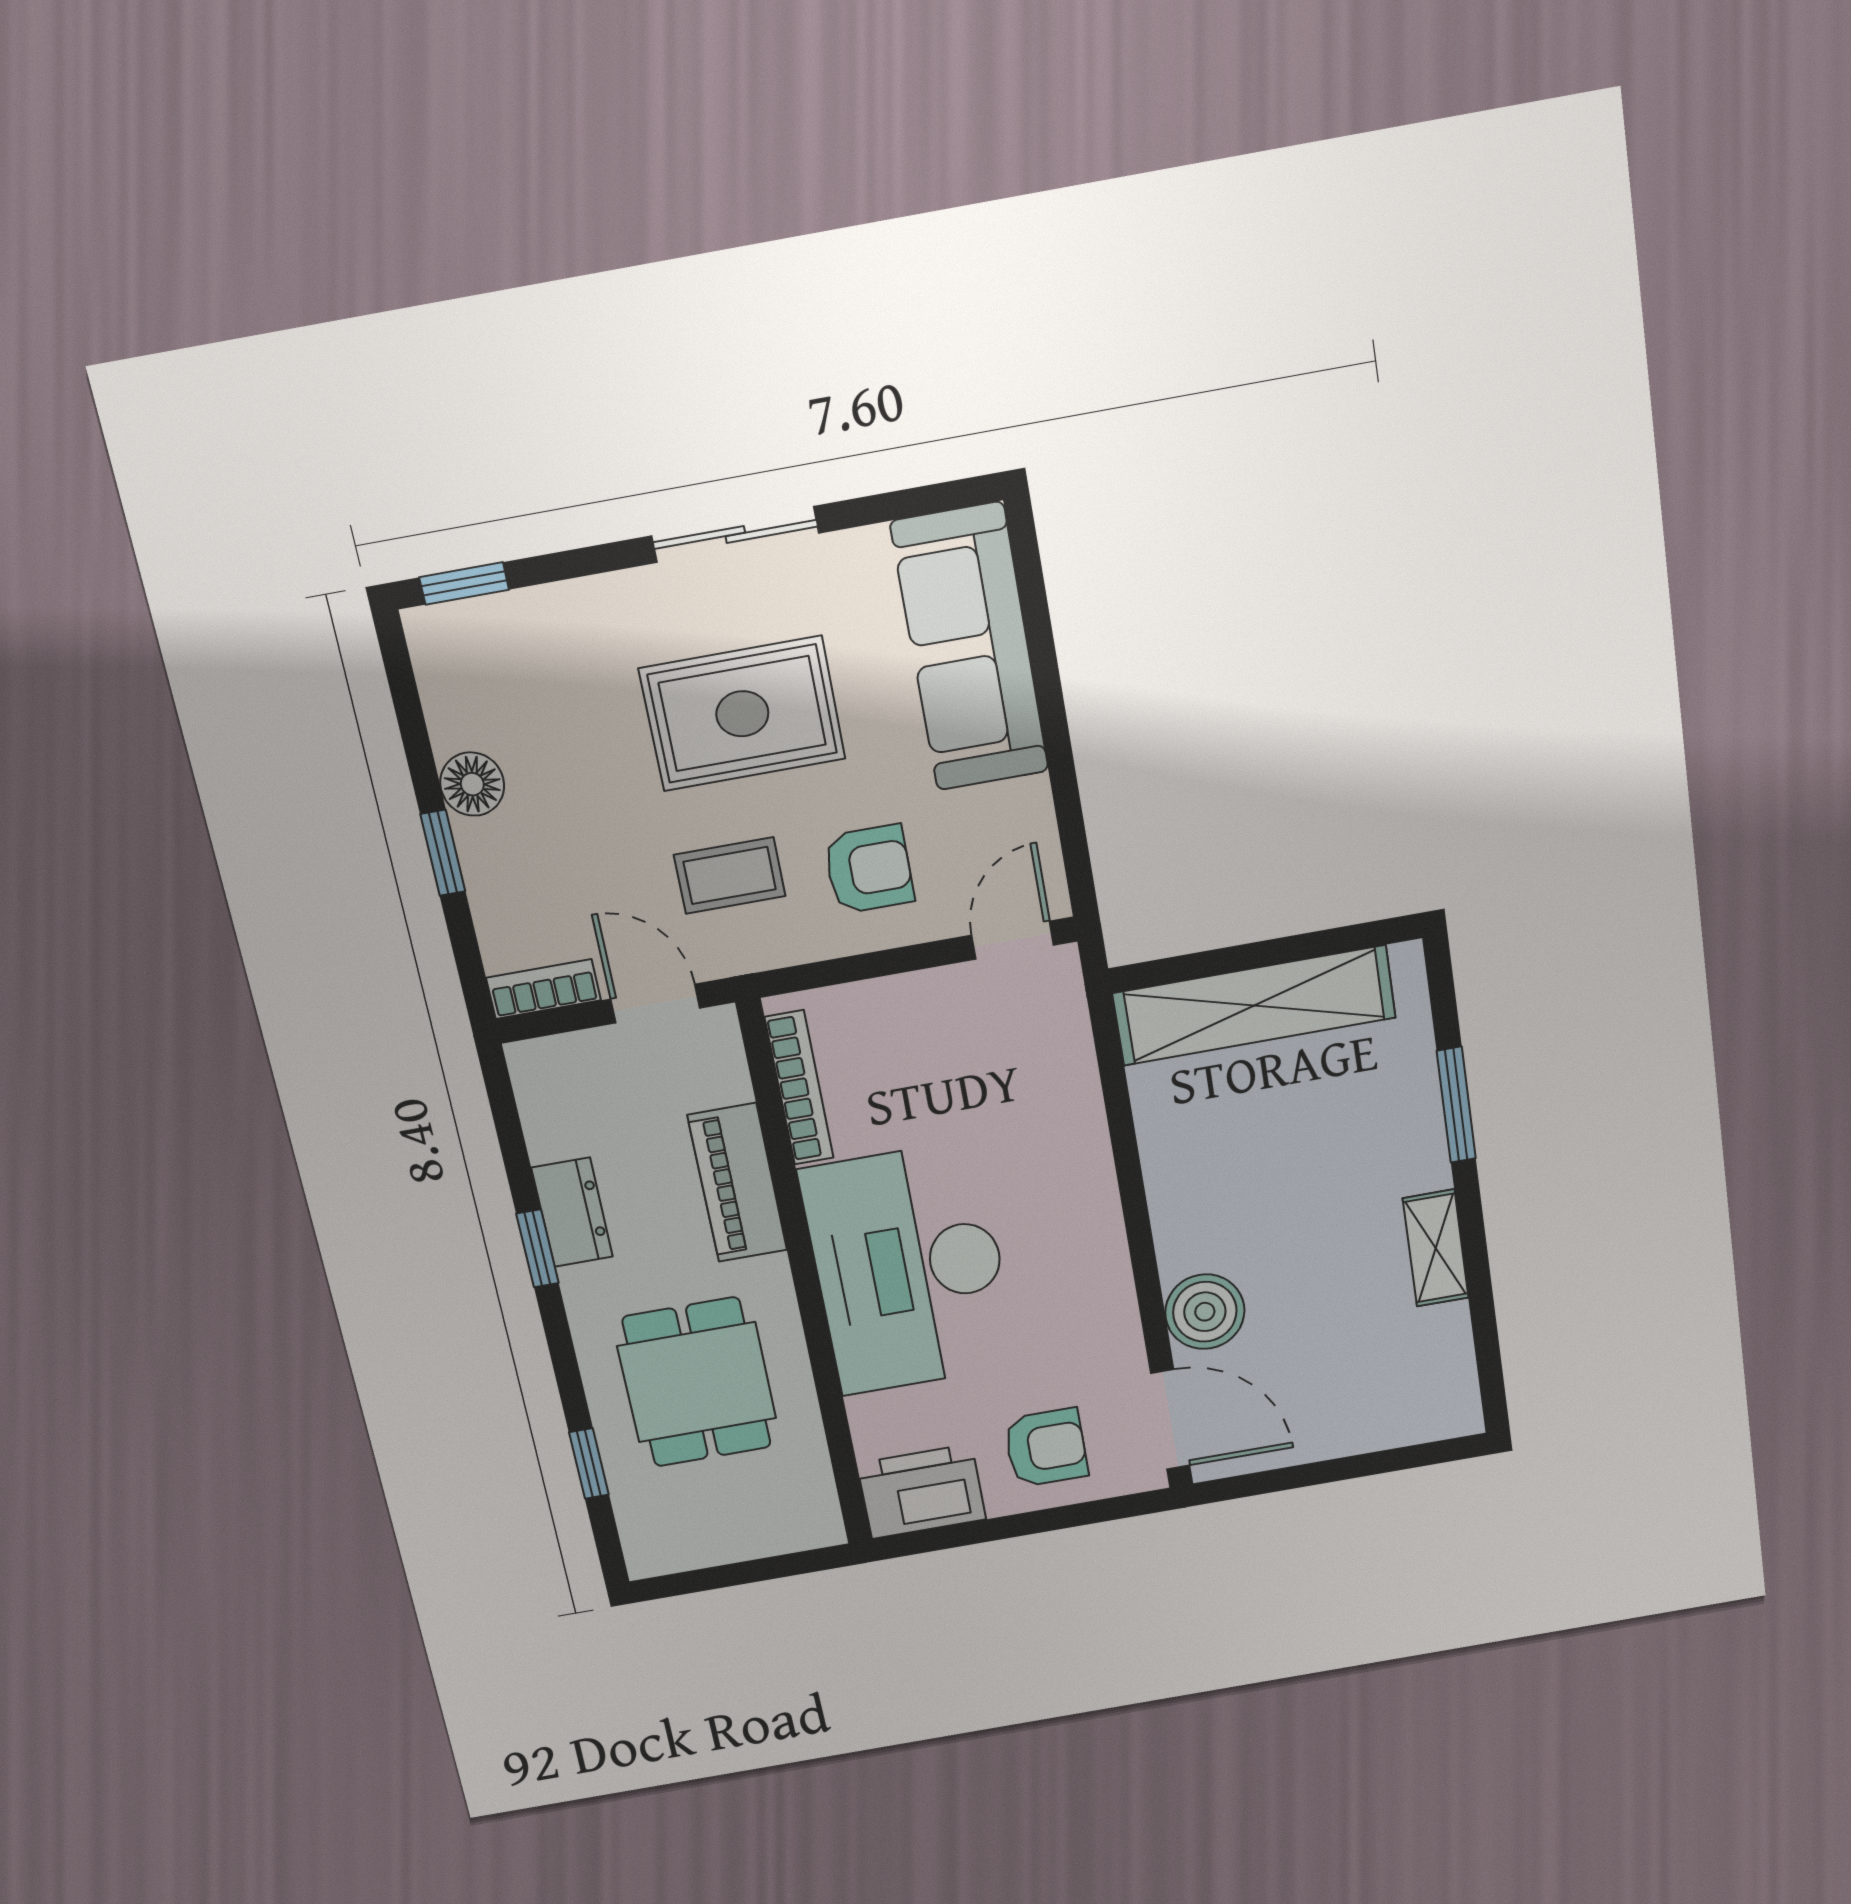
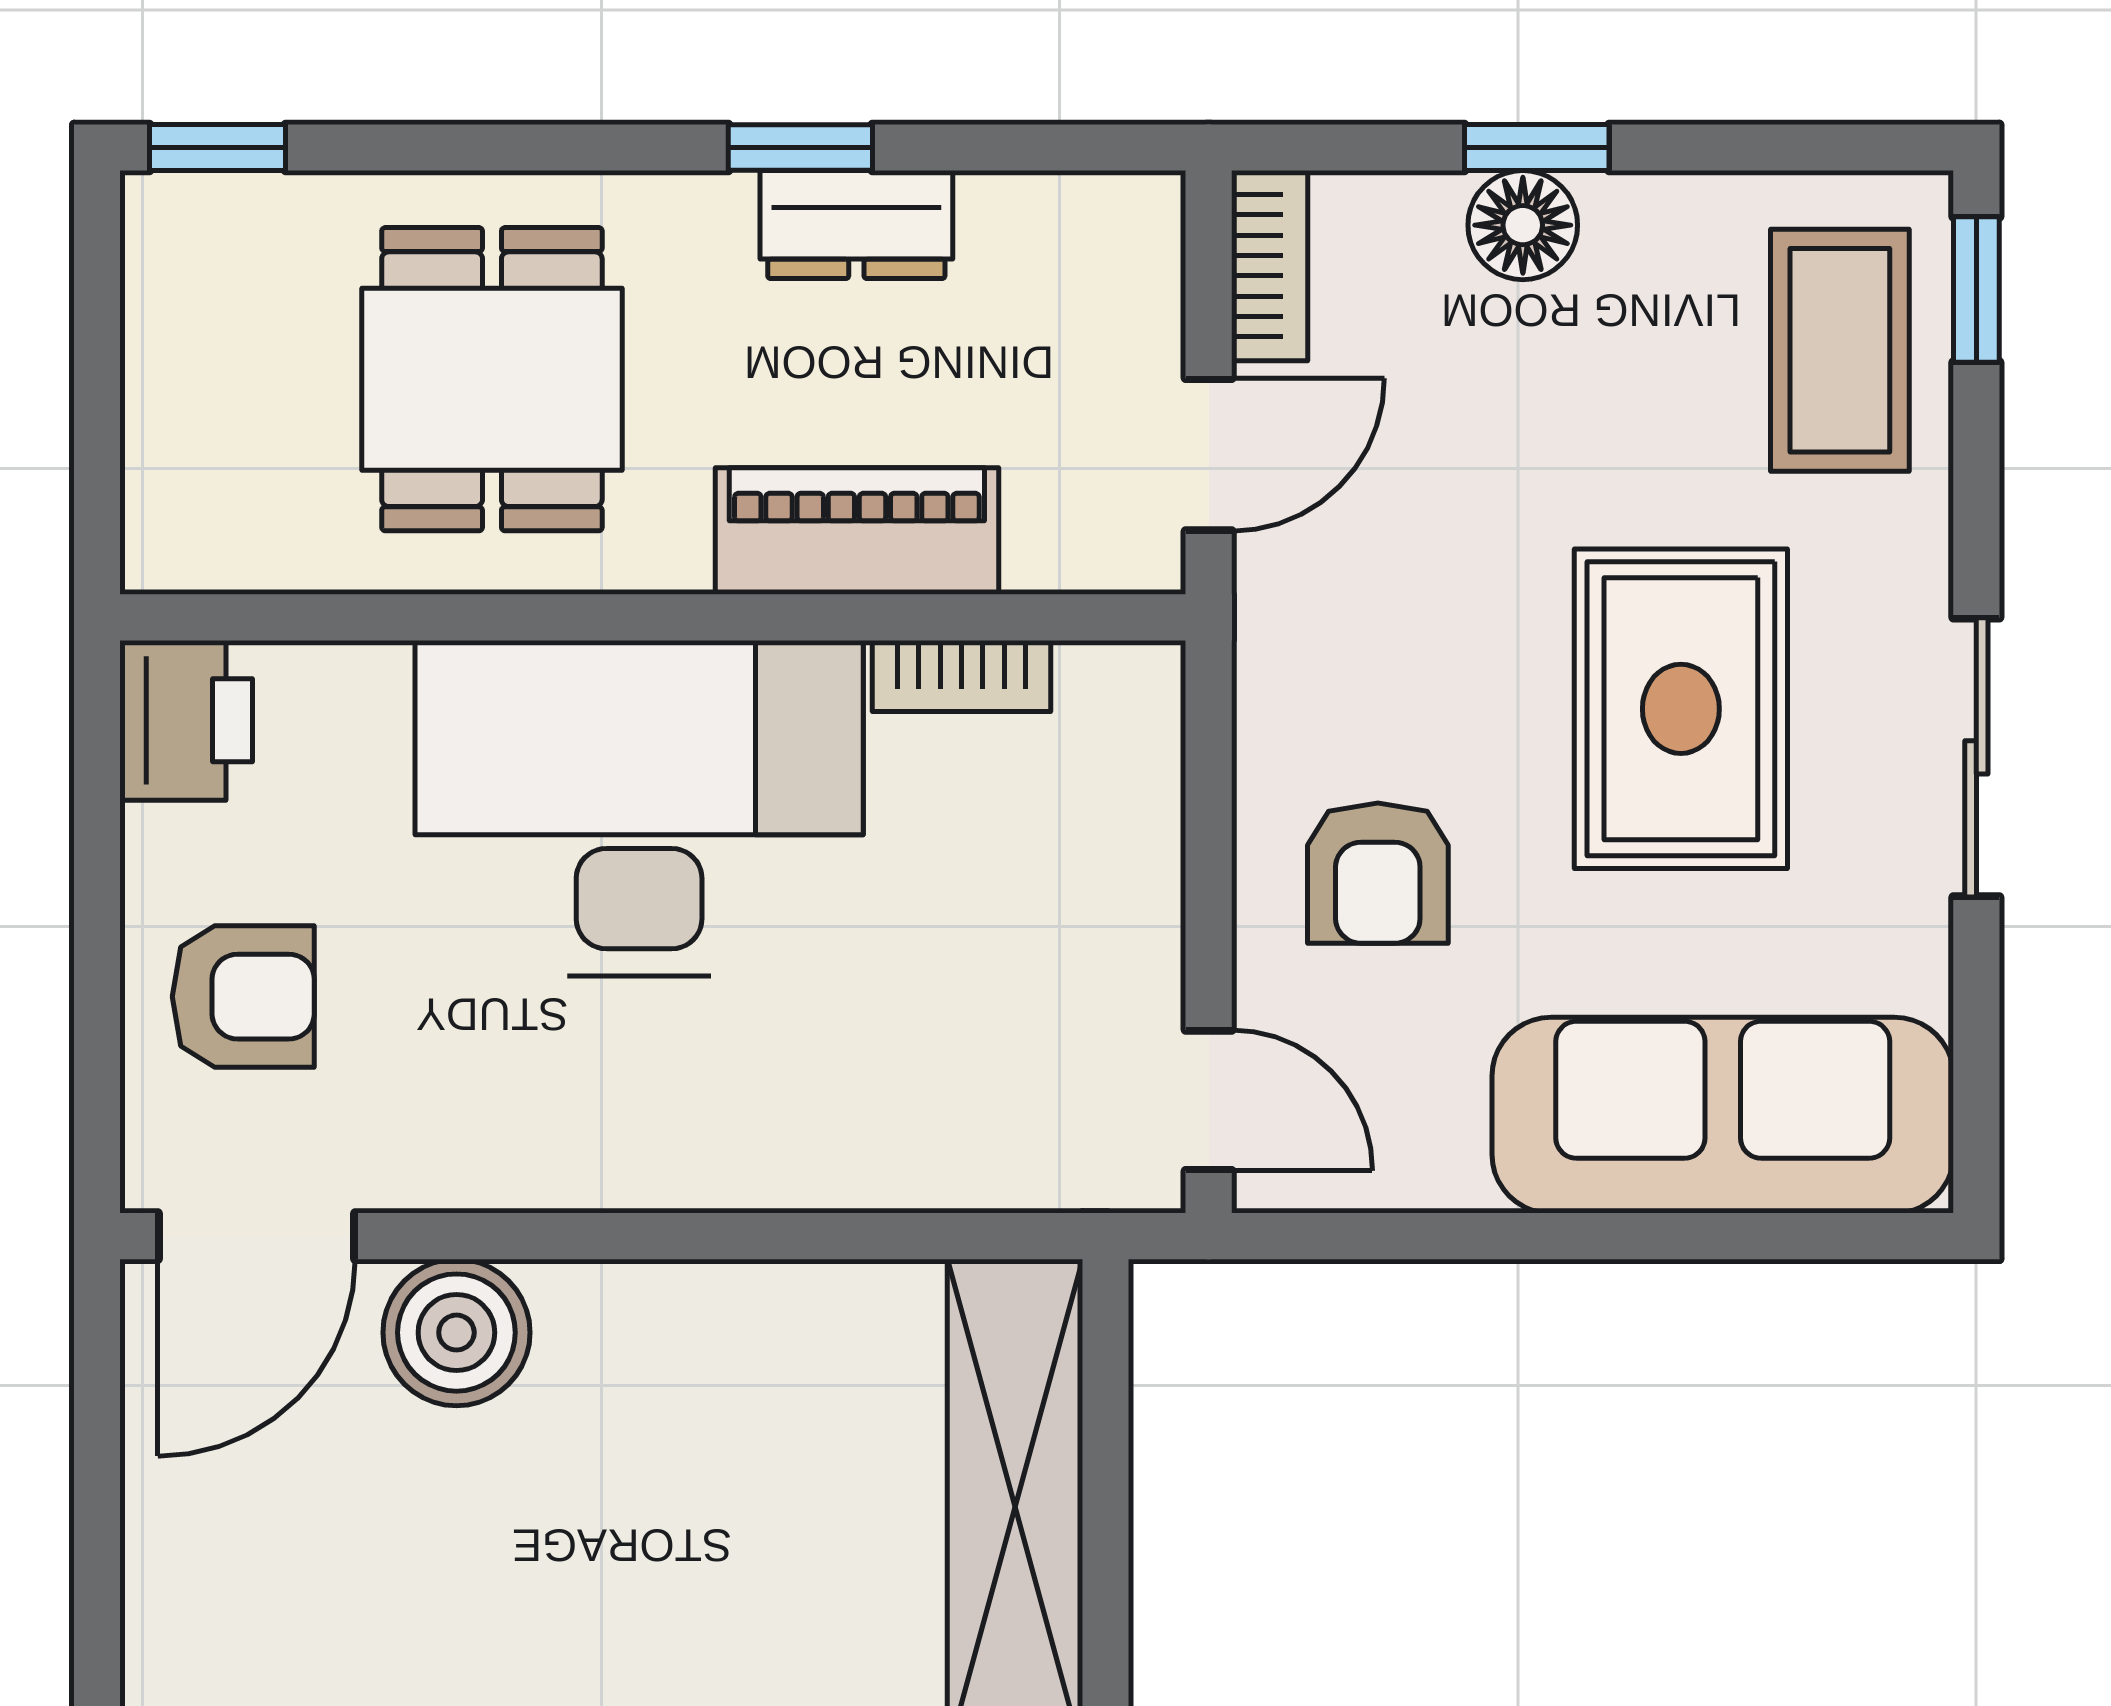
floor lamp: (472, 784) -> (1523, 225), moved
coffee table: (730, 875) -> (1840, 350), moved, width x1.36, depth x1.30
bookcase: (799, 1088) -> (961, 676), width x0.64
dining table: (697, 1382) -> (492, 379), turned 90
armchair: (1046, 1448) -> (243, 997), turned -90
window: (589, 1463) -> (218, 148), moved
printer: (922, 1491) -> (186, 720), width x0.73, depth x0.84

